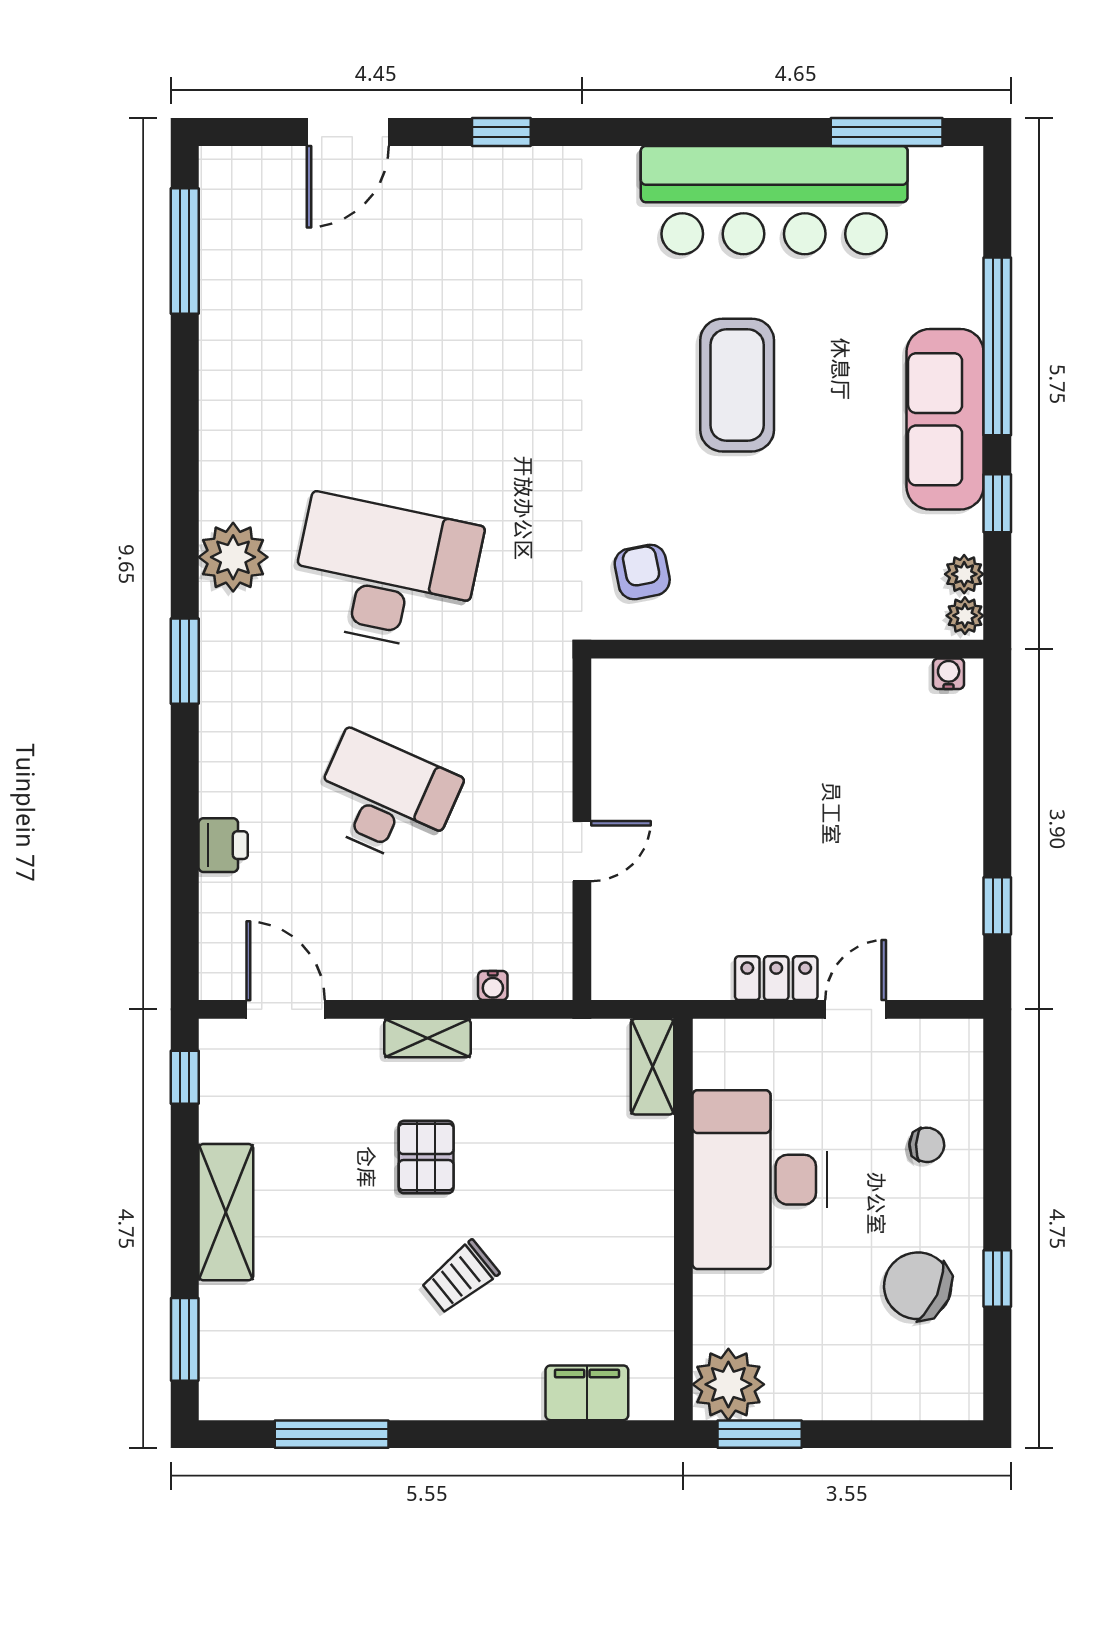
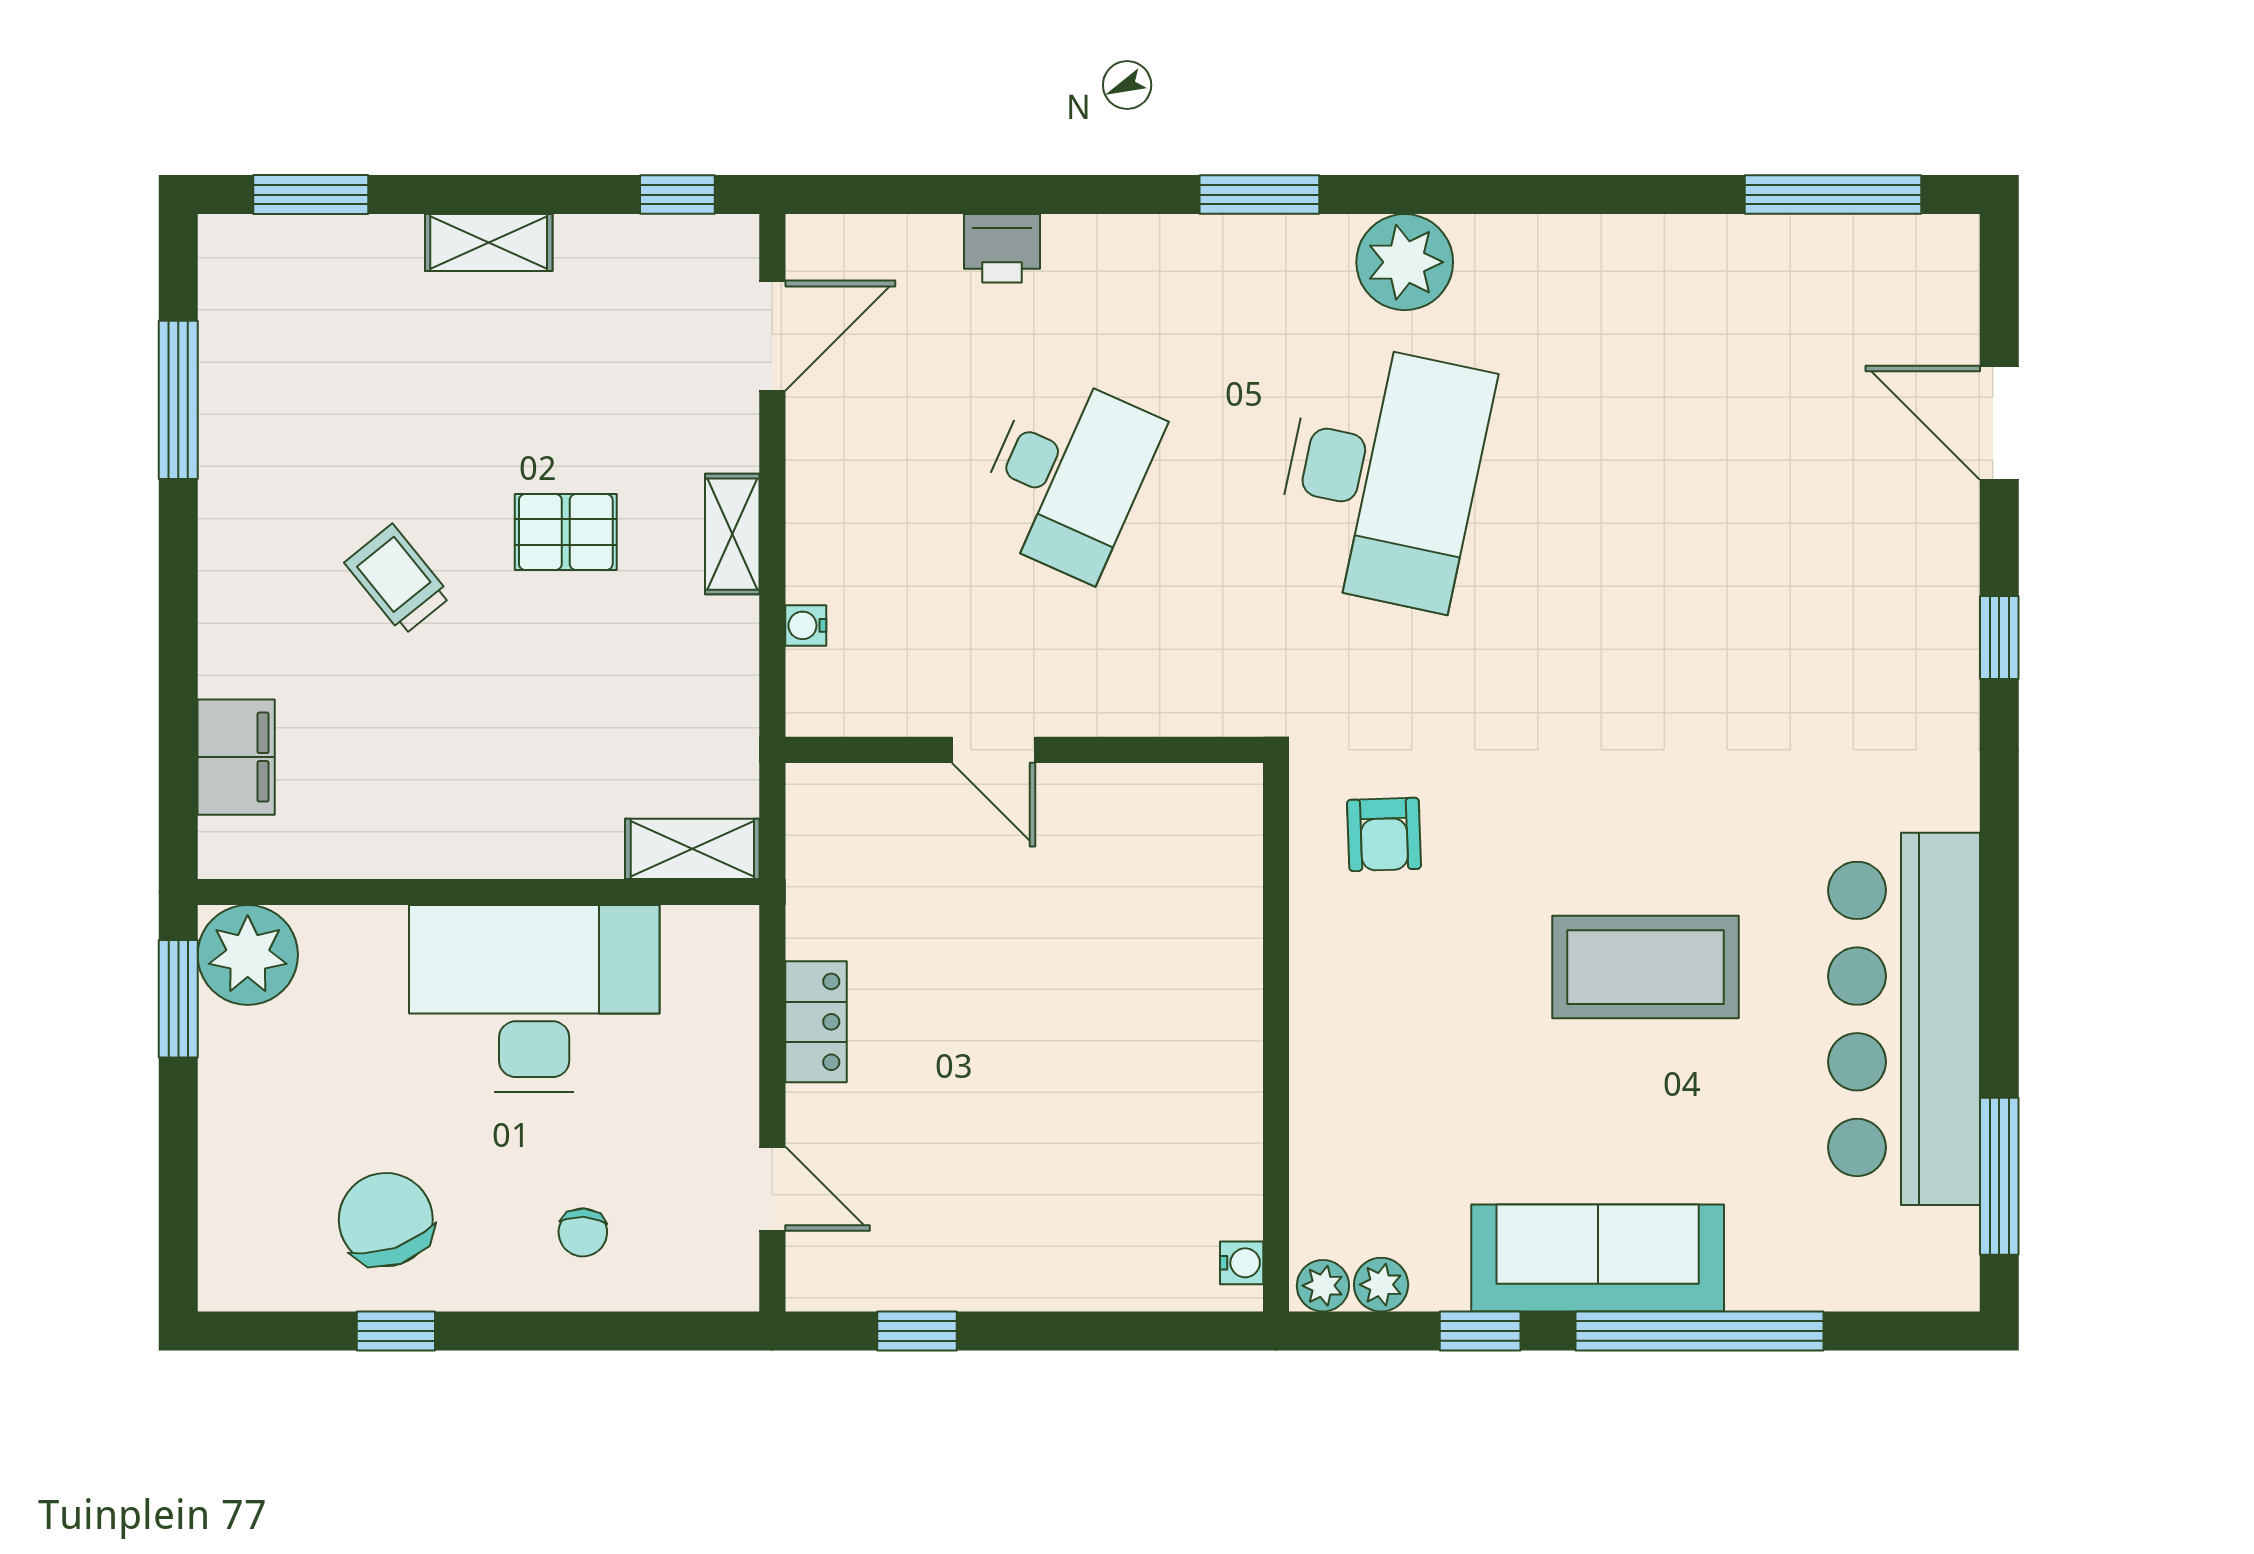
armchair: (642, 572) -> (1384, 834), turned 99
door: (856, 1009) -> (772, 1189), moved
shelving: (226, 1212) -> (489, 243), width x0.67, depth x0.75
chair: (918, 1286) -> (386, 1220), turned -43

